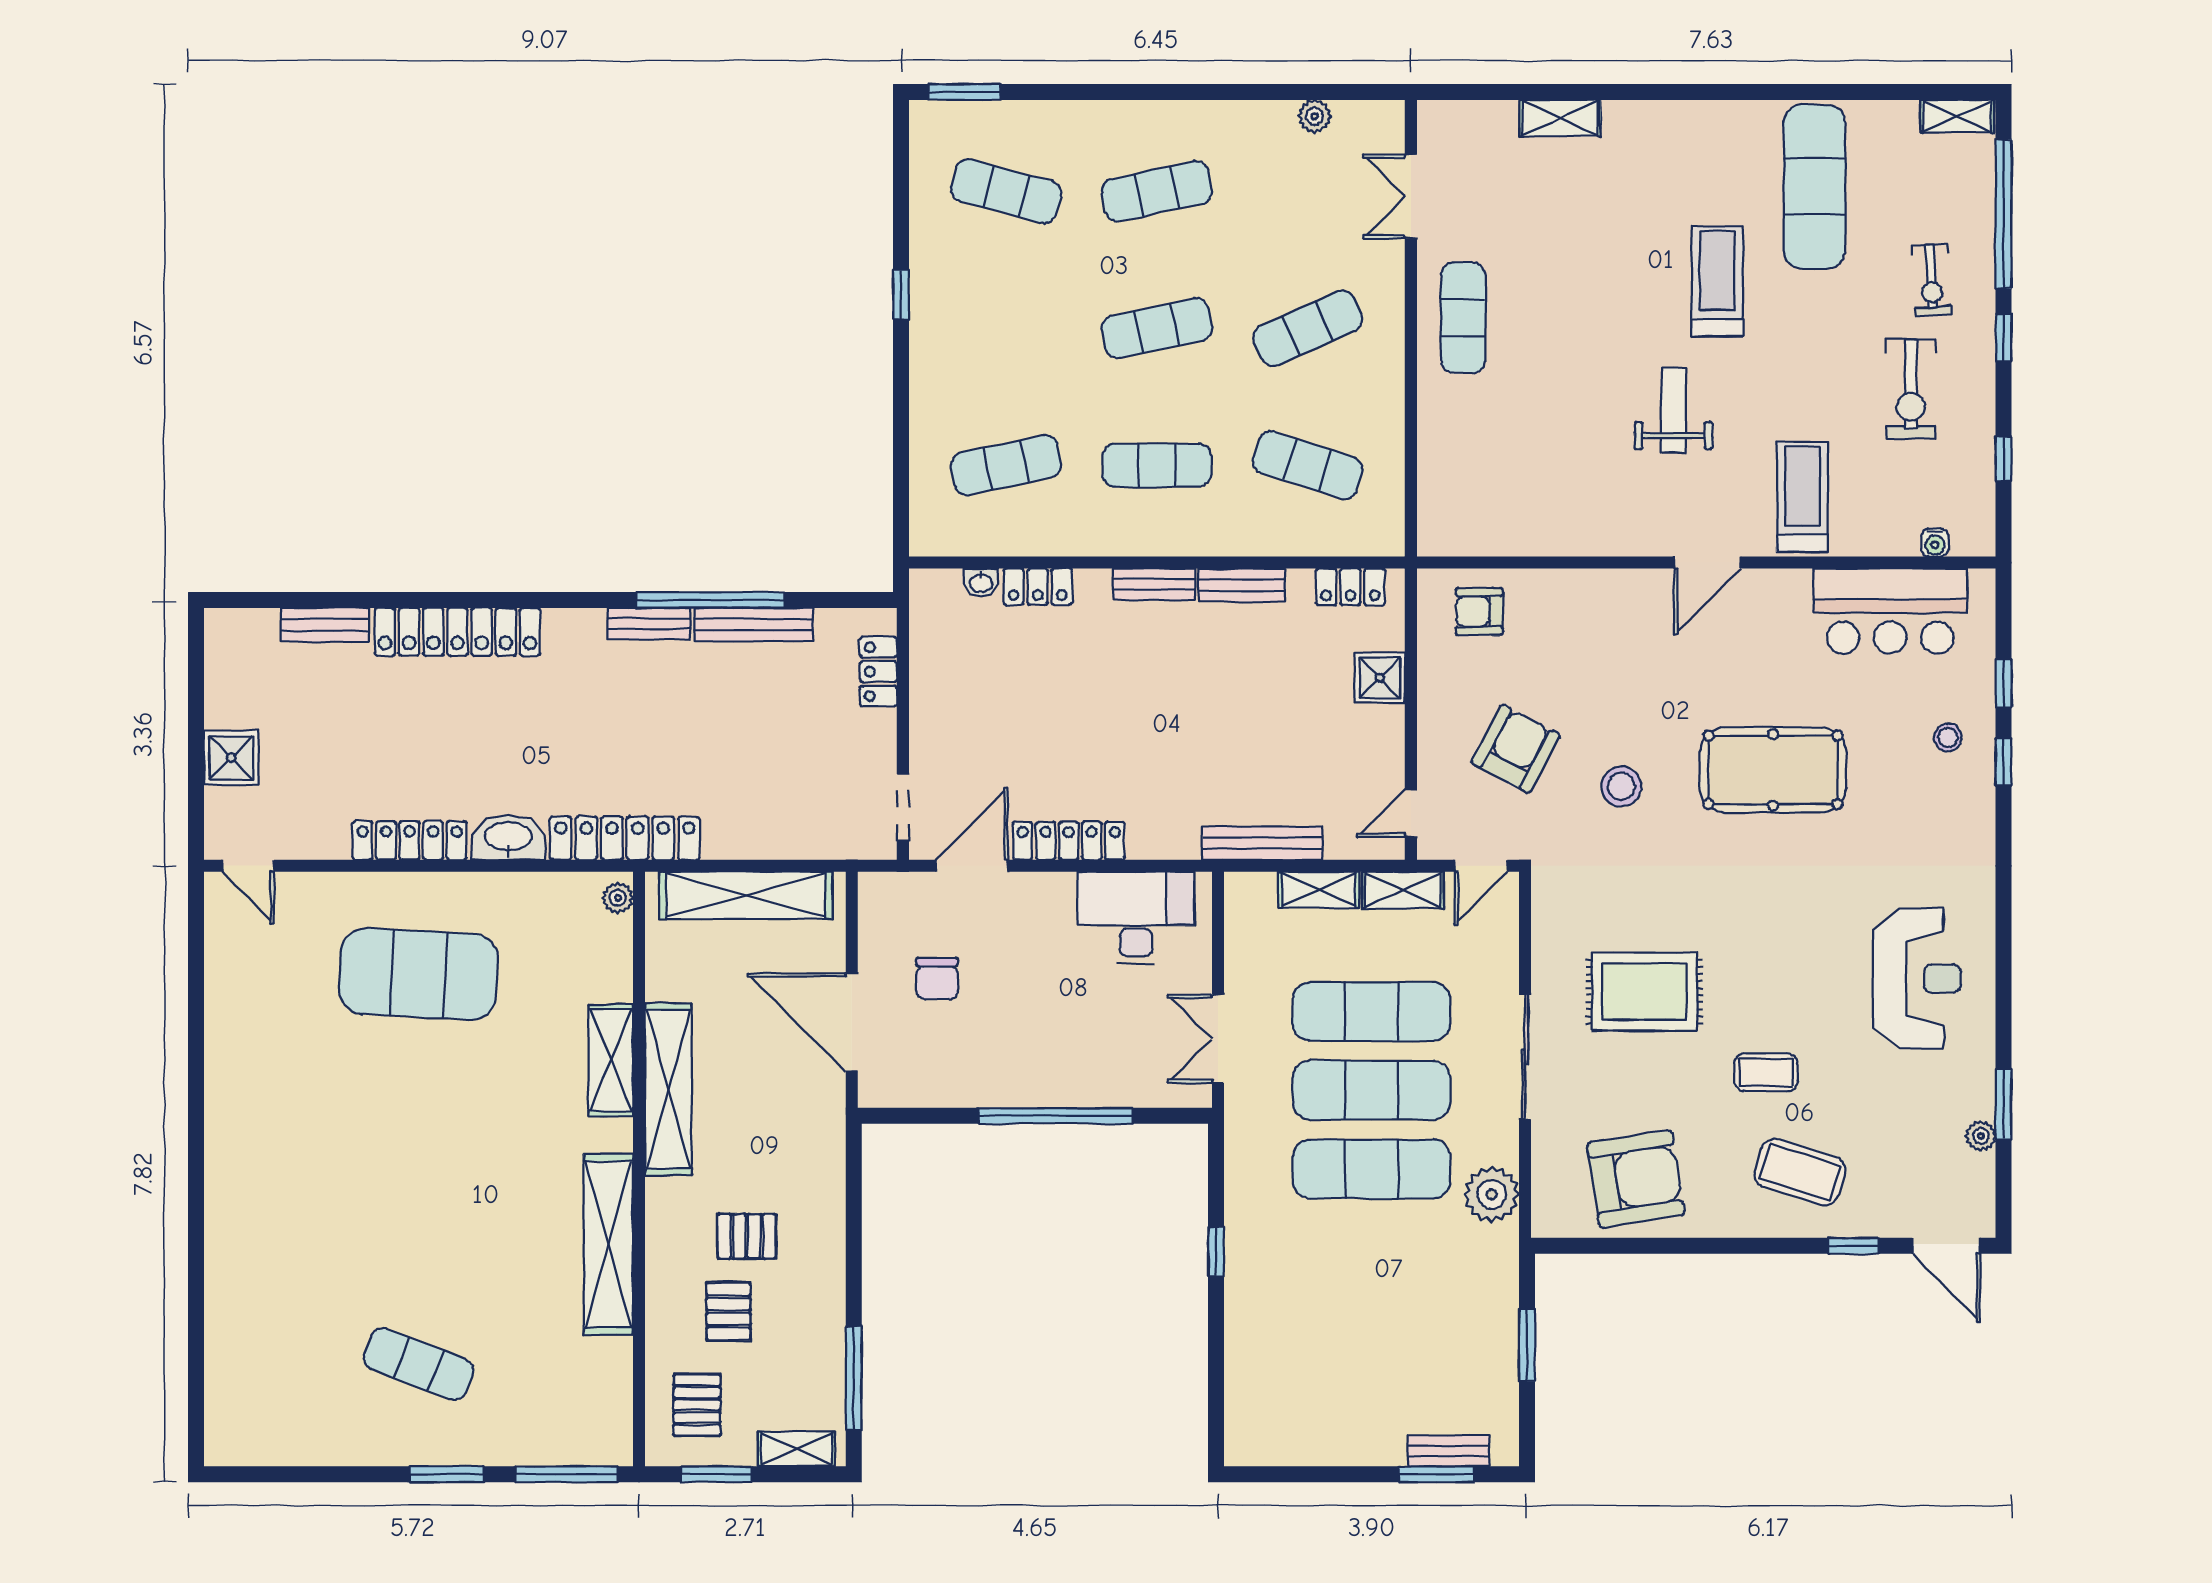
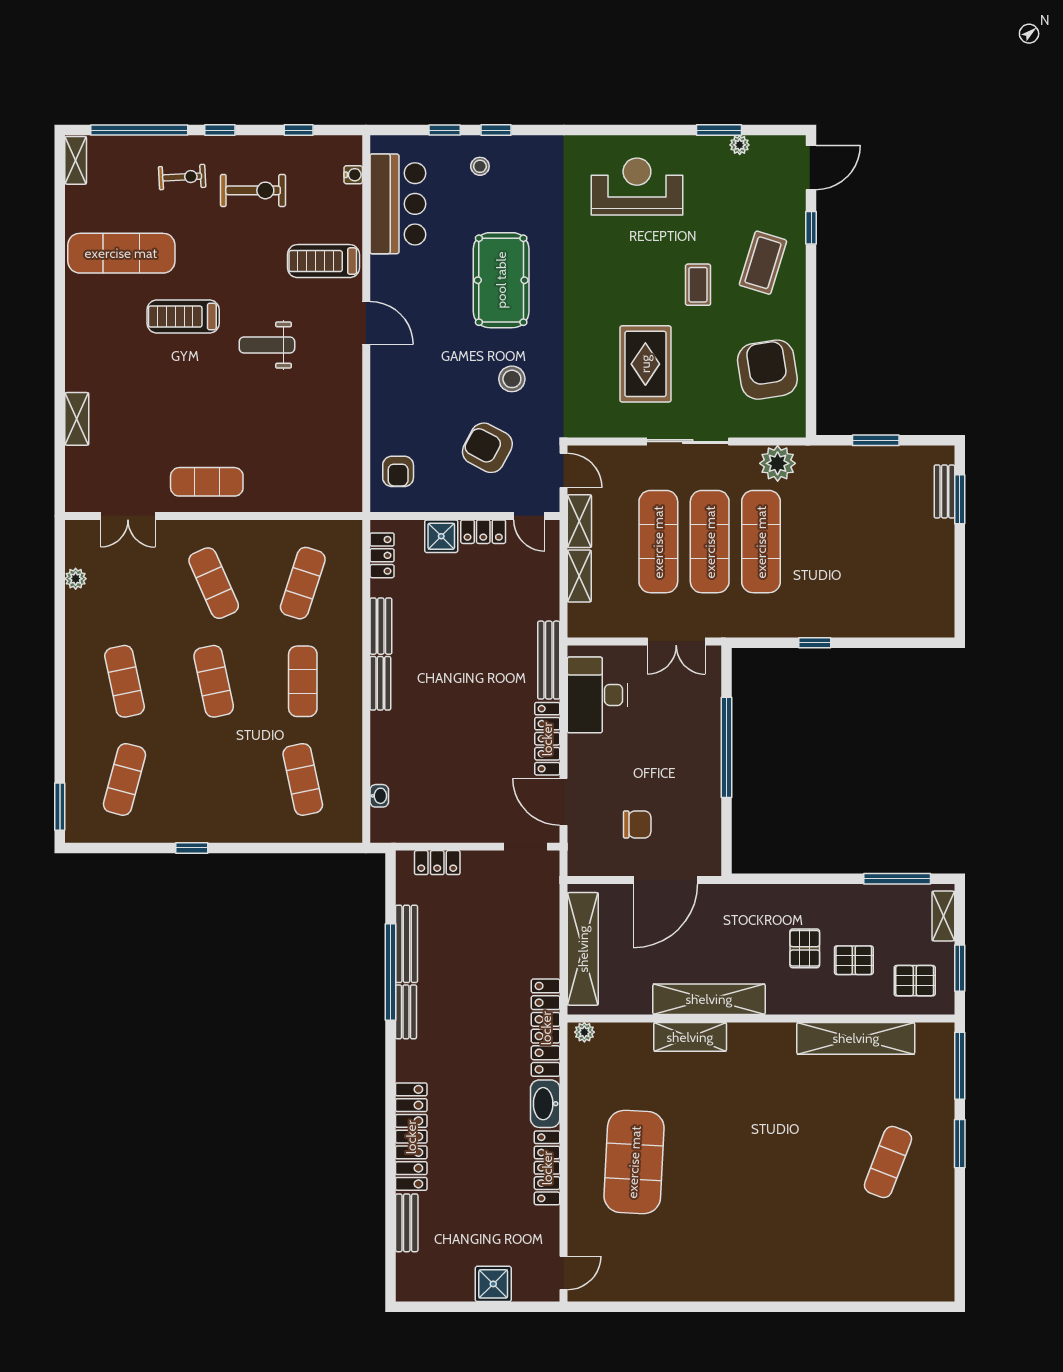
locker: (1038, 587) -> (483, 532), moved, turned 90
bench: (1262, 843) -> (549, 660), moved
shelving: (608, 1244) -> (856, 1038), moved

